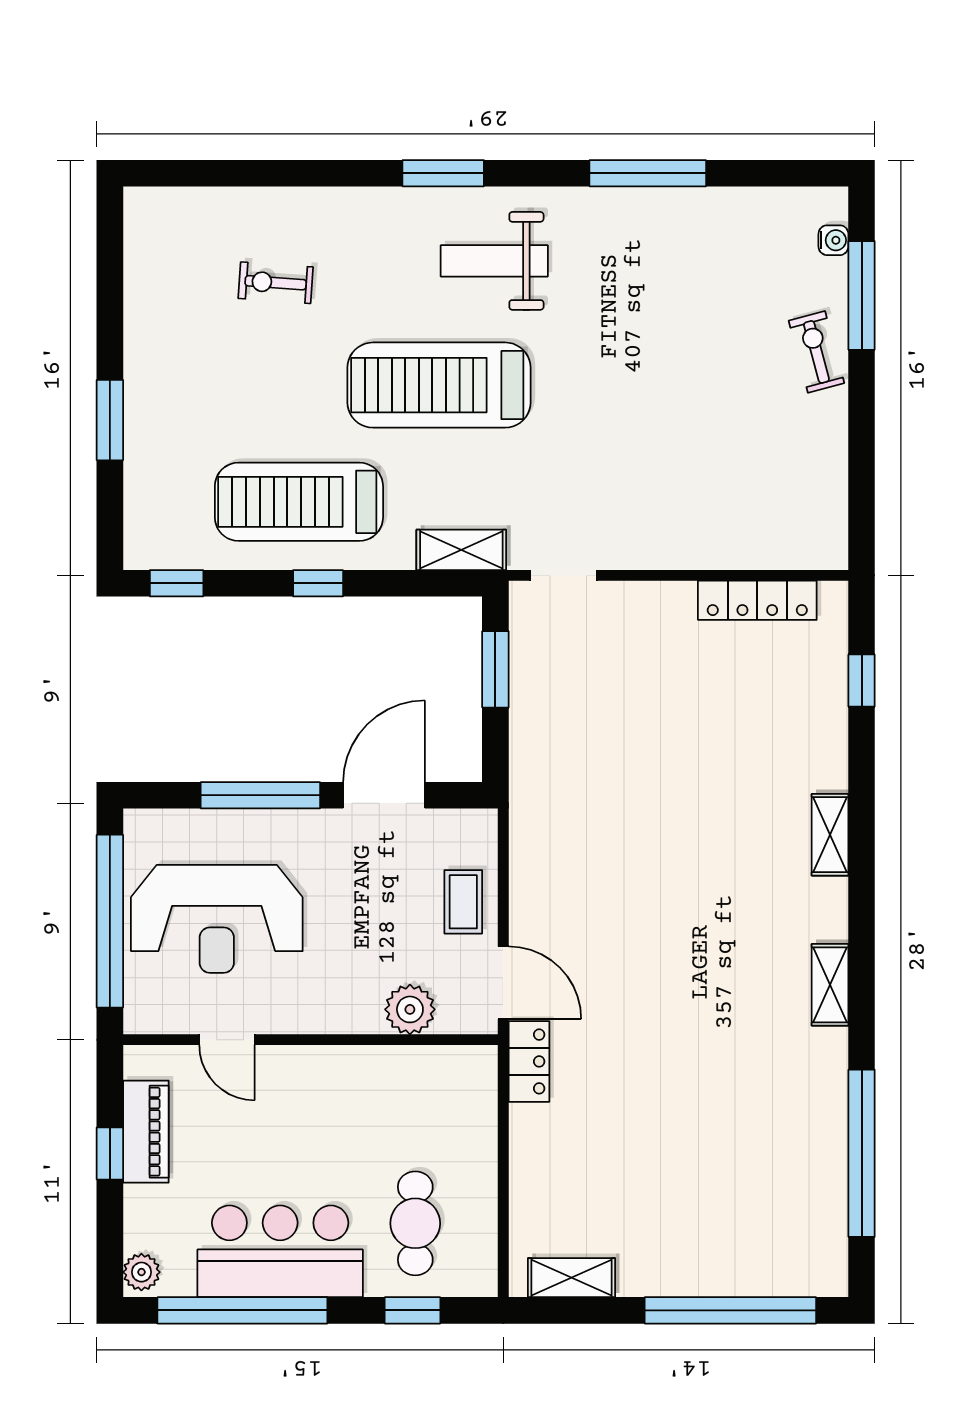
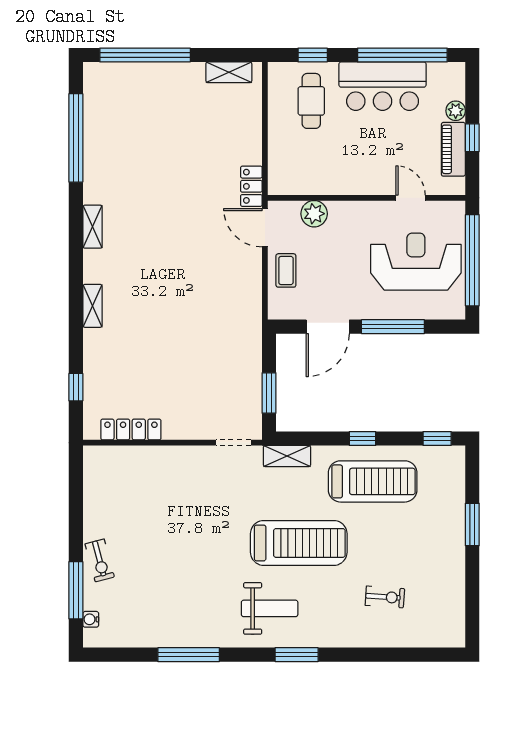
plant: (141, 1272) -> (456, 111), moved

